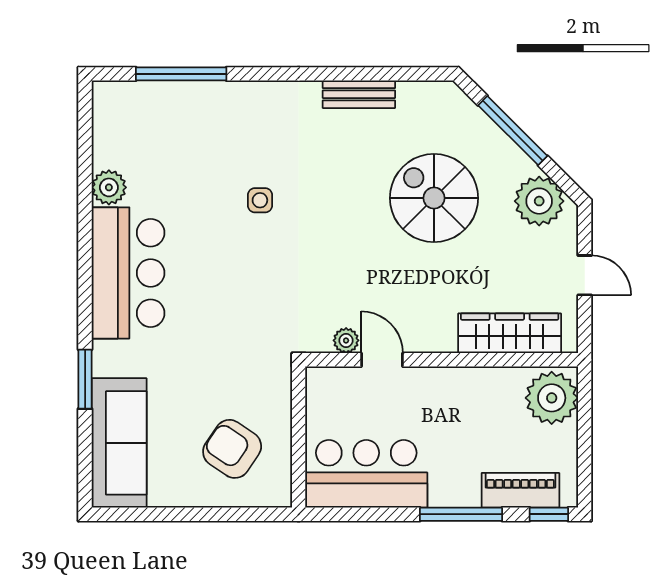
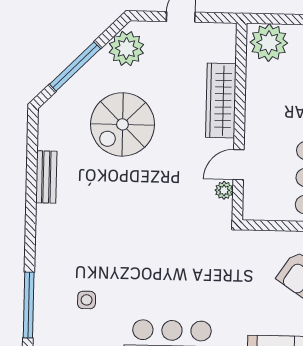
side table: (260, 200) -> (87, 300), moved
wardrobe: (510, 333) -> (221, 101), moved

